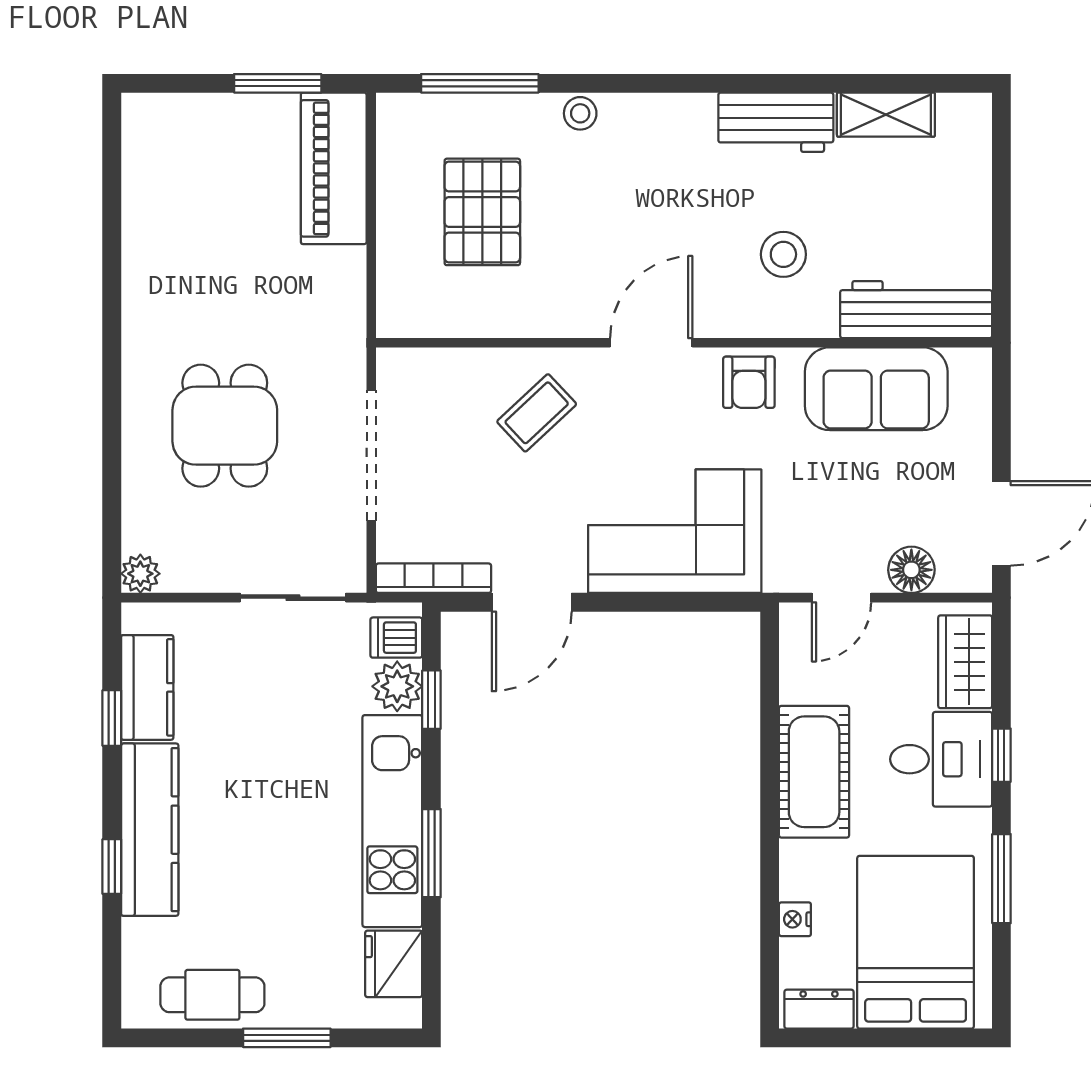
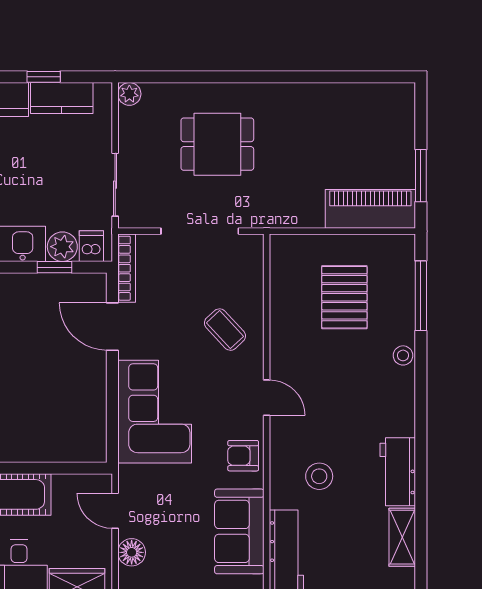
pallet: (482, 212) -> (344, 297), turned 90
door: (651, 343) -> (267, 398), width x0.73

